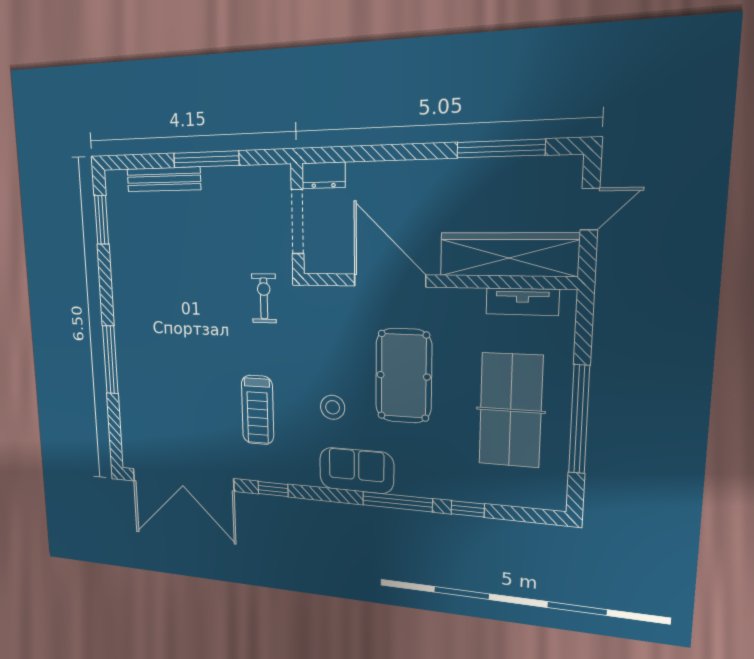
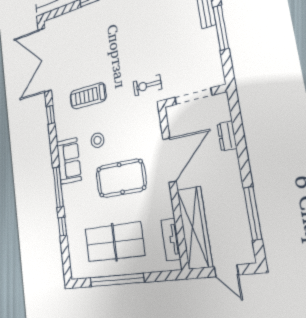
dresser: (323, 175) -> (227, 136), moved
exercise bike: (264, 298) -> (147, 85), turned 180

